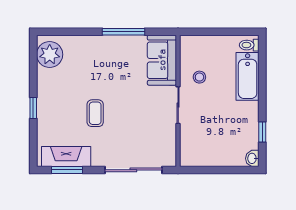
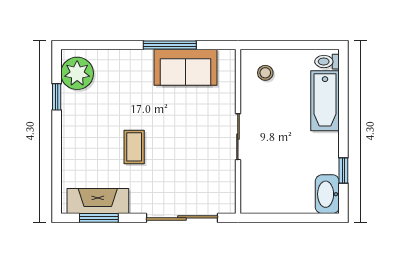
sofa: (162, 60) -> (185, 67), moved, turned -90
stool: (199, 77) -> (265, 73), moved
window: (33, 108) -> (57, 97), moved
washbasin: (252, 158) -> (327, 194), width x1.91, depth x1.45

